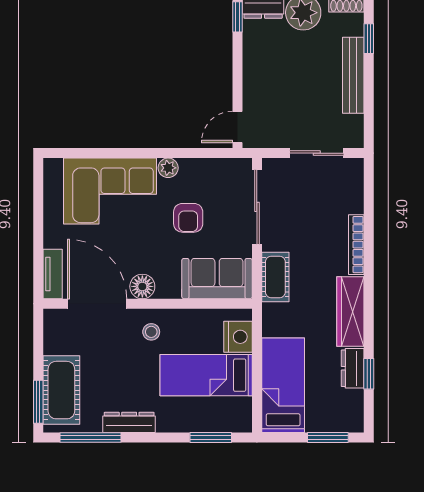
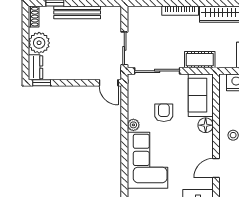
sliding door: (317, 153) -> (124, 48), moved
armchair: (188, 218) -> (164, 113), turned -90
floor lamp: (142, 286) -> (206, 125), moved
door: (97, 304) -> (216, 168), width x0.53

